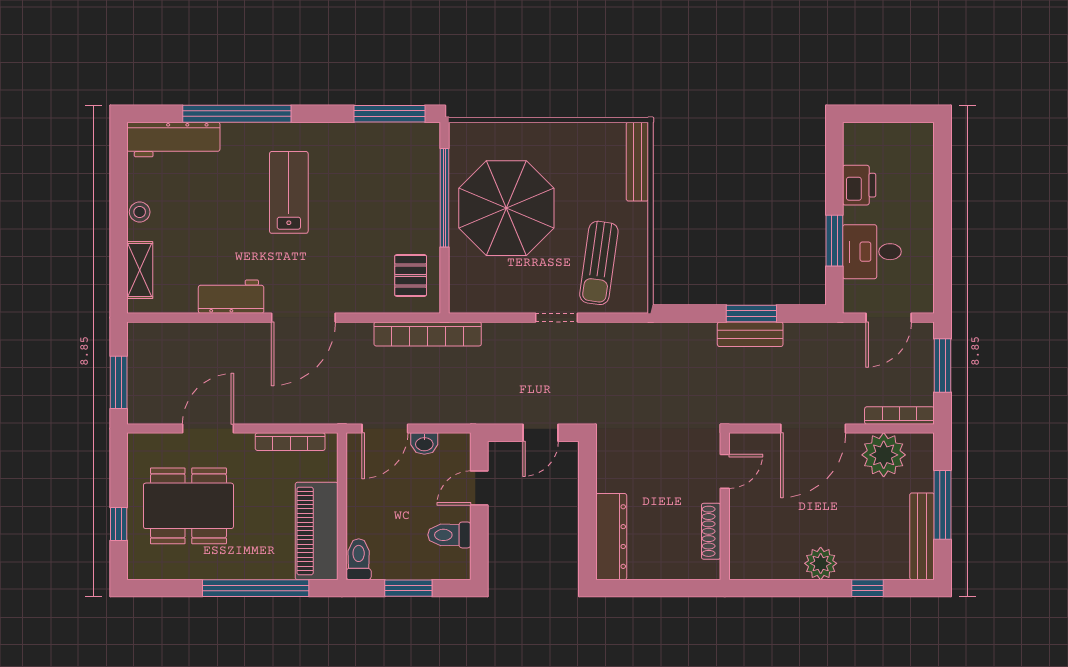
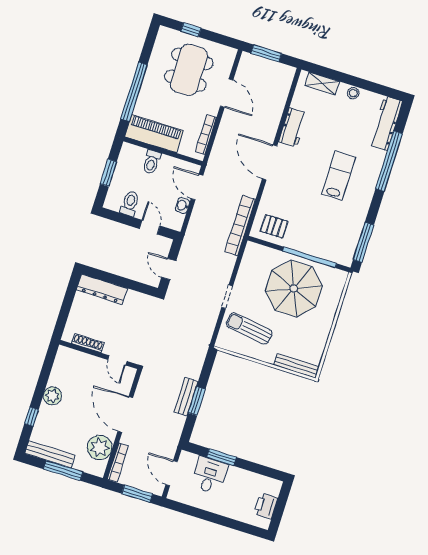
printer: (859, 185) -> (266, 506), moved, turned 90
lab bench: (289, 192) -> (339, 176), turned -90
toilet: (359, 559) -> (152, 162), moved, turned 90

